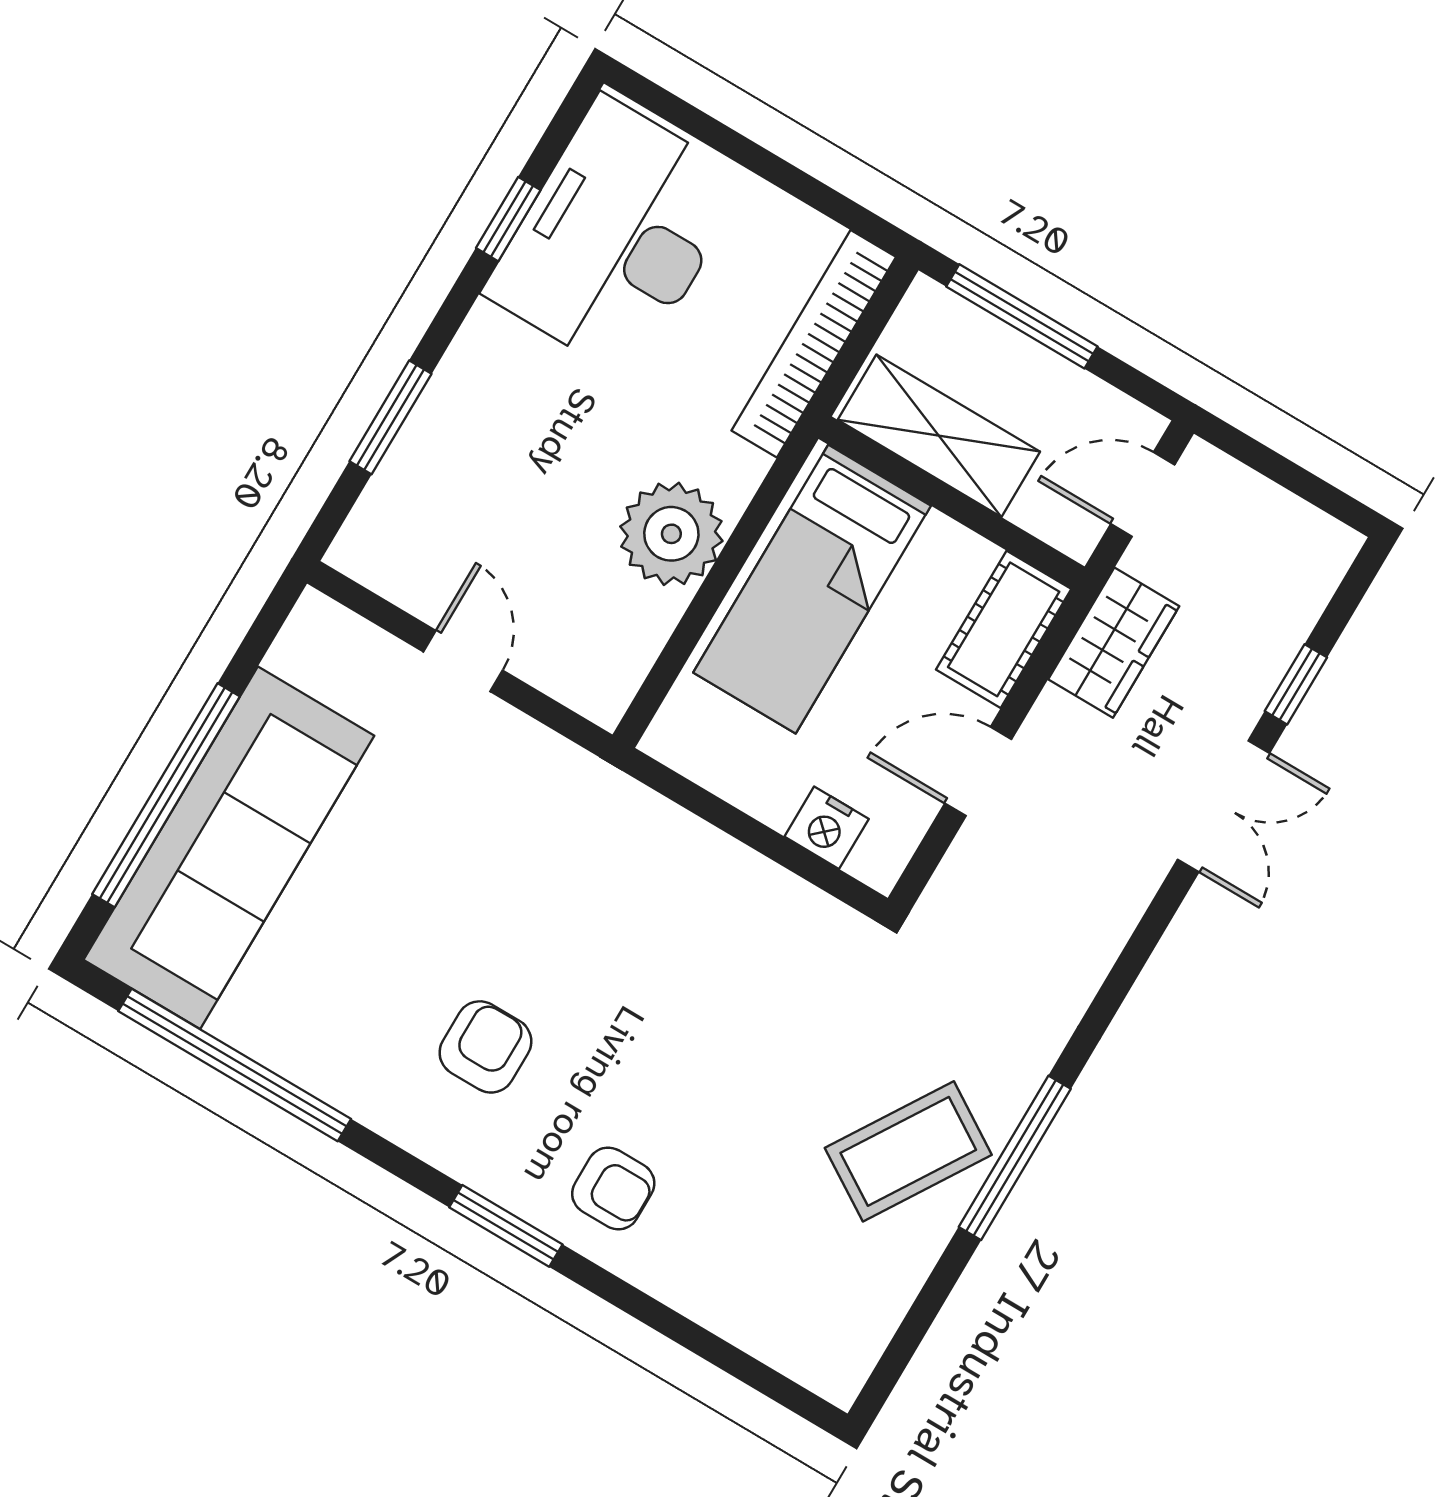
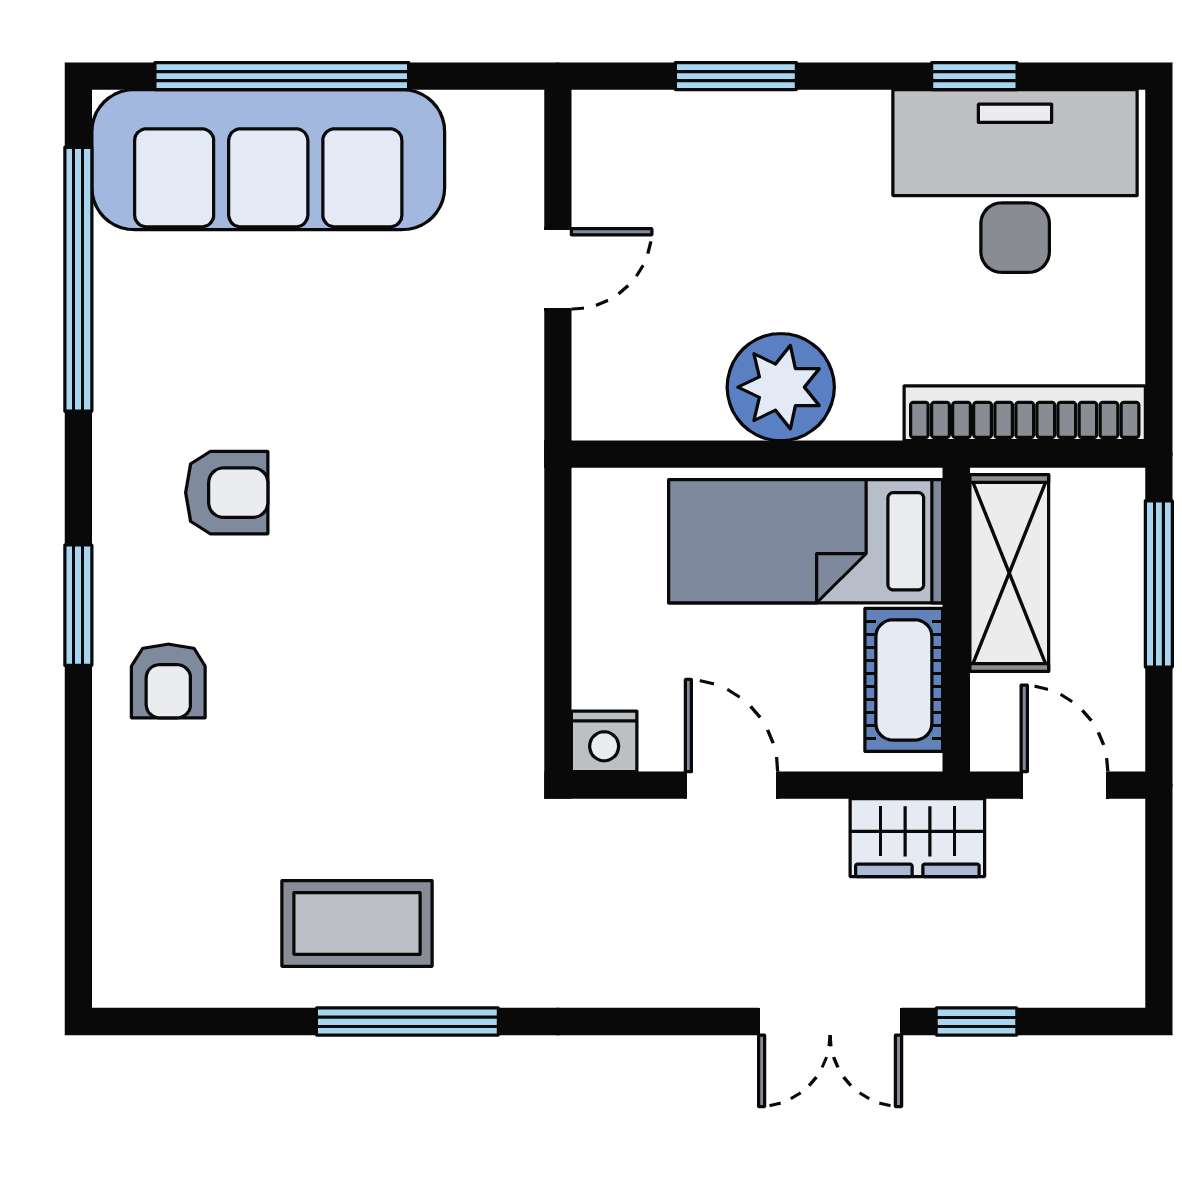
cot: (1004, 629) -> (904, 680), moved, turned 90
nightstand: (827, 828) -> (604, 741), moved, turned -90
coffee table: (908, 1151) -> (357, 923), turned -32

